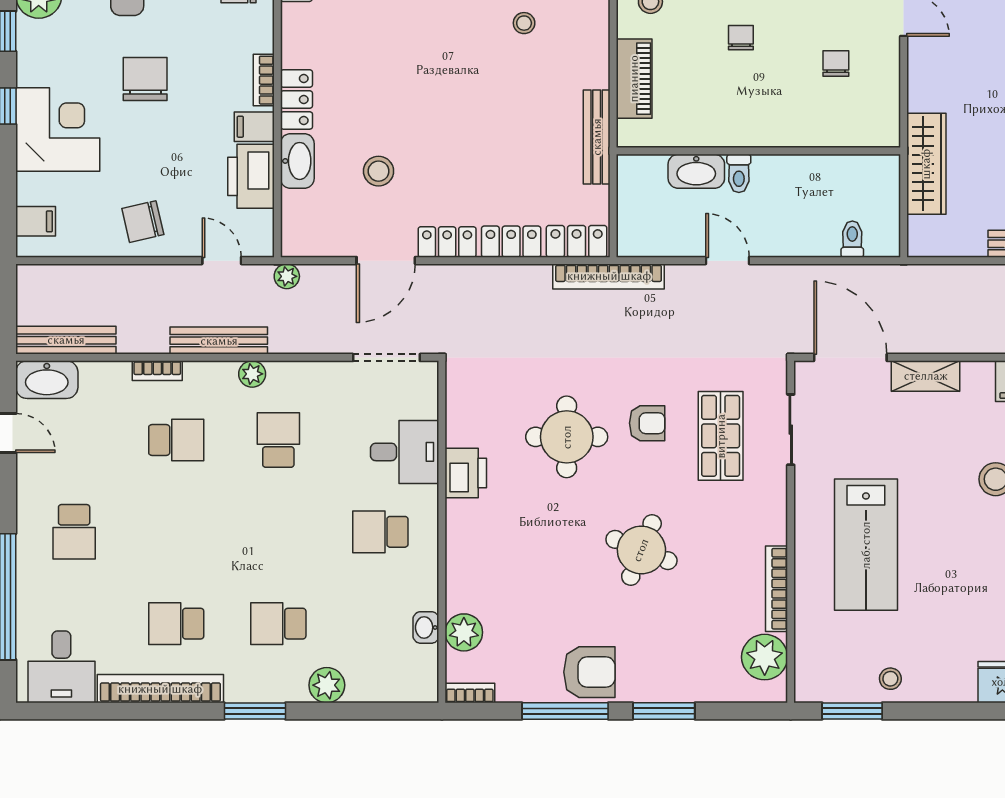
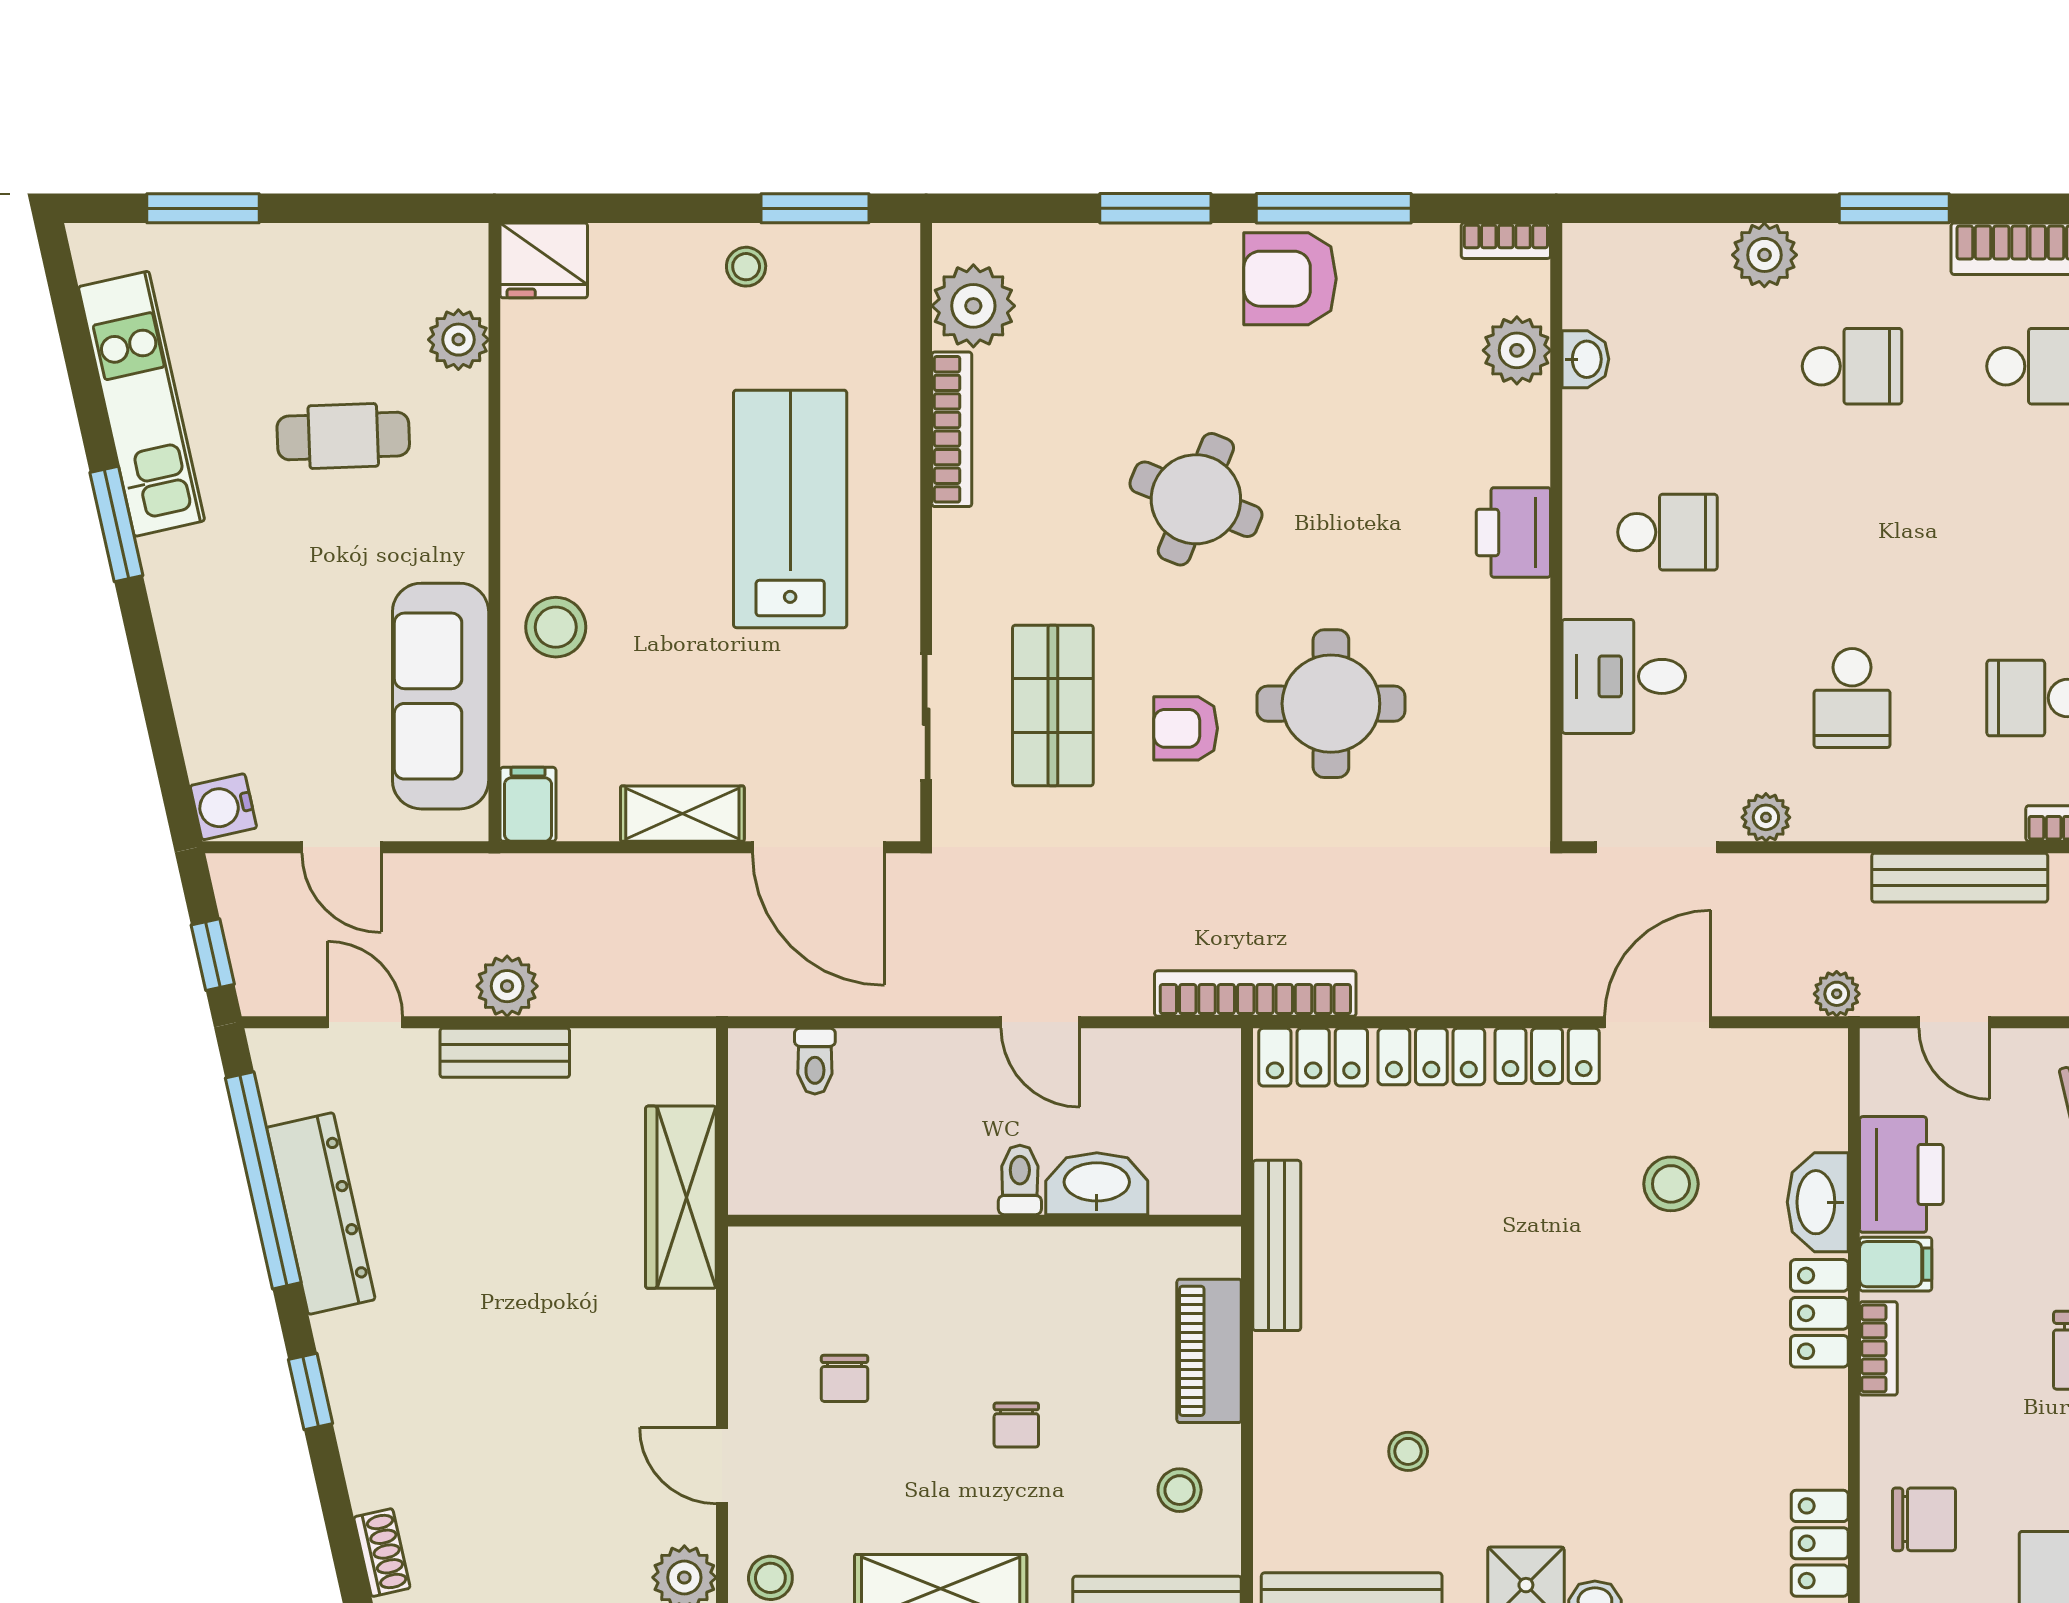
plant: (252, 374) -> (1766, 817), moved
printer: (466, 473) -> (1513, 532), moved

